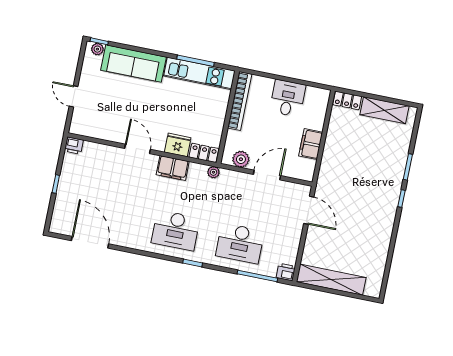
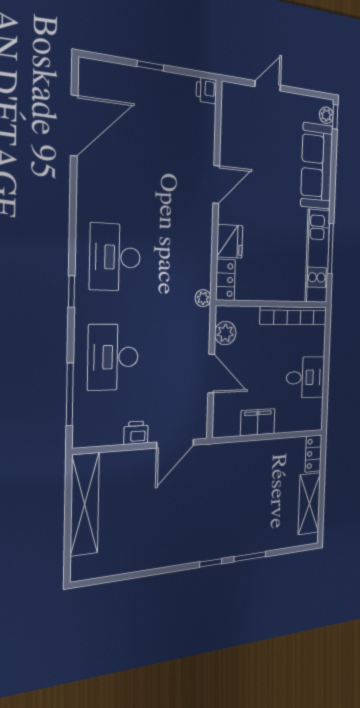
filing cabinet: (173, 168) -> (199, 239), removed
printer: (286, 272) -> (136, 433), moved, turned -90

